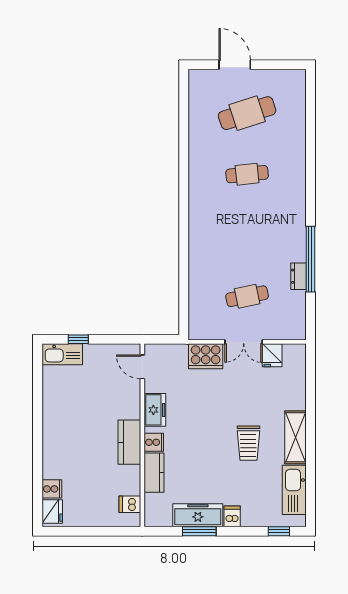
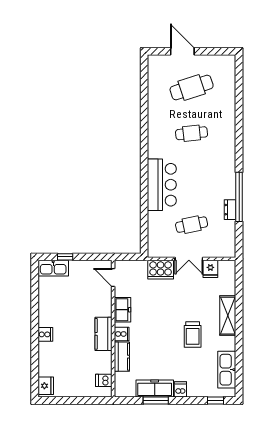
bar counter: (207, 243) -> (162, 185), added
shelving: (295, 437) -> (228, 316), moved
cooker: (52, 489) -> (45, 334), moved

